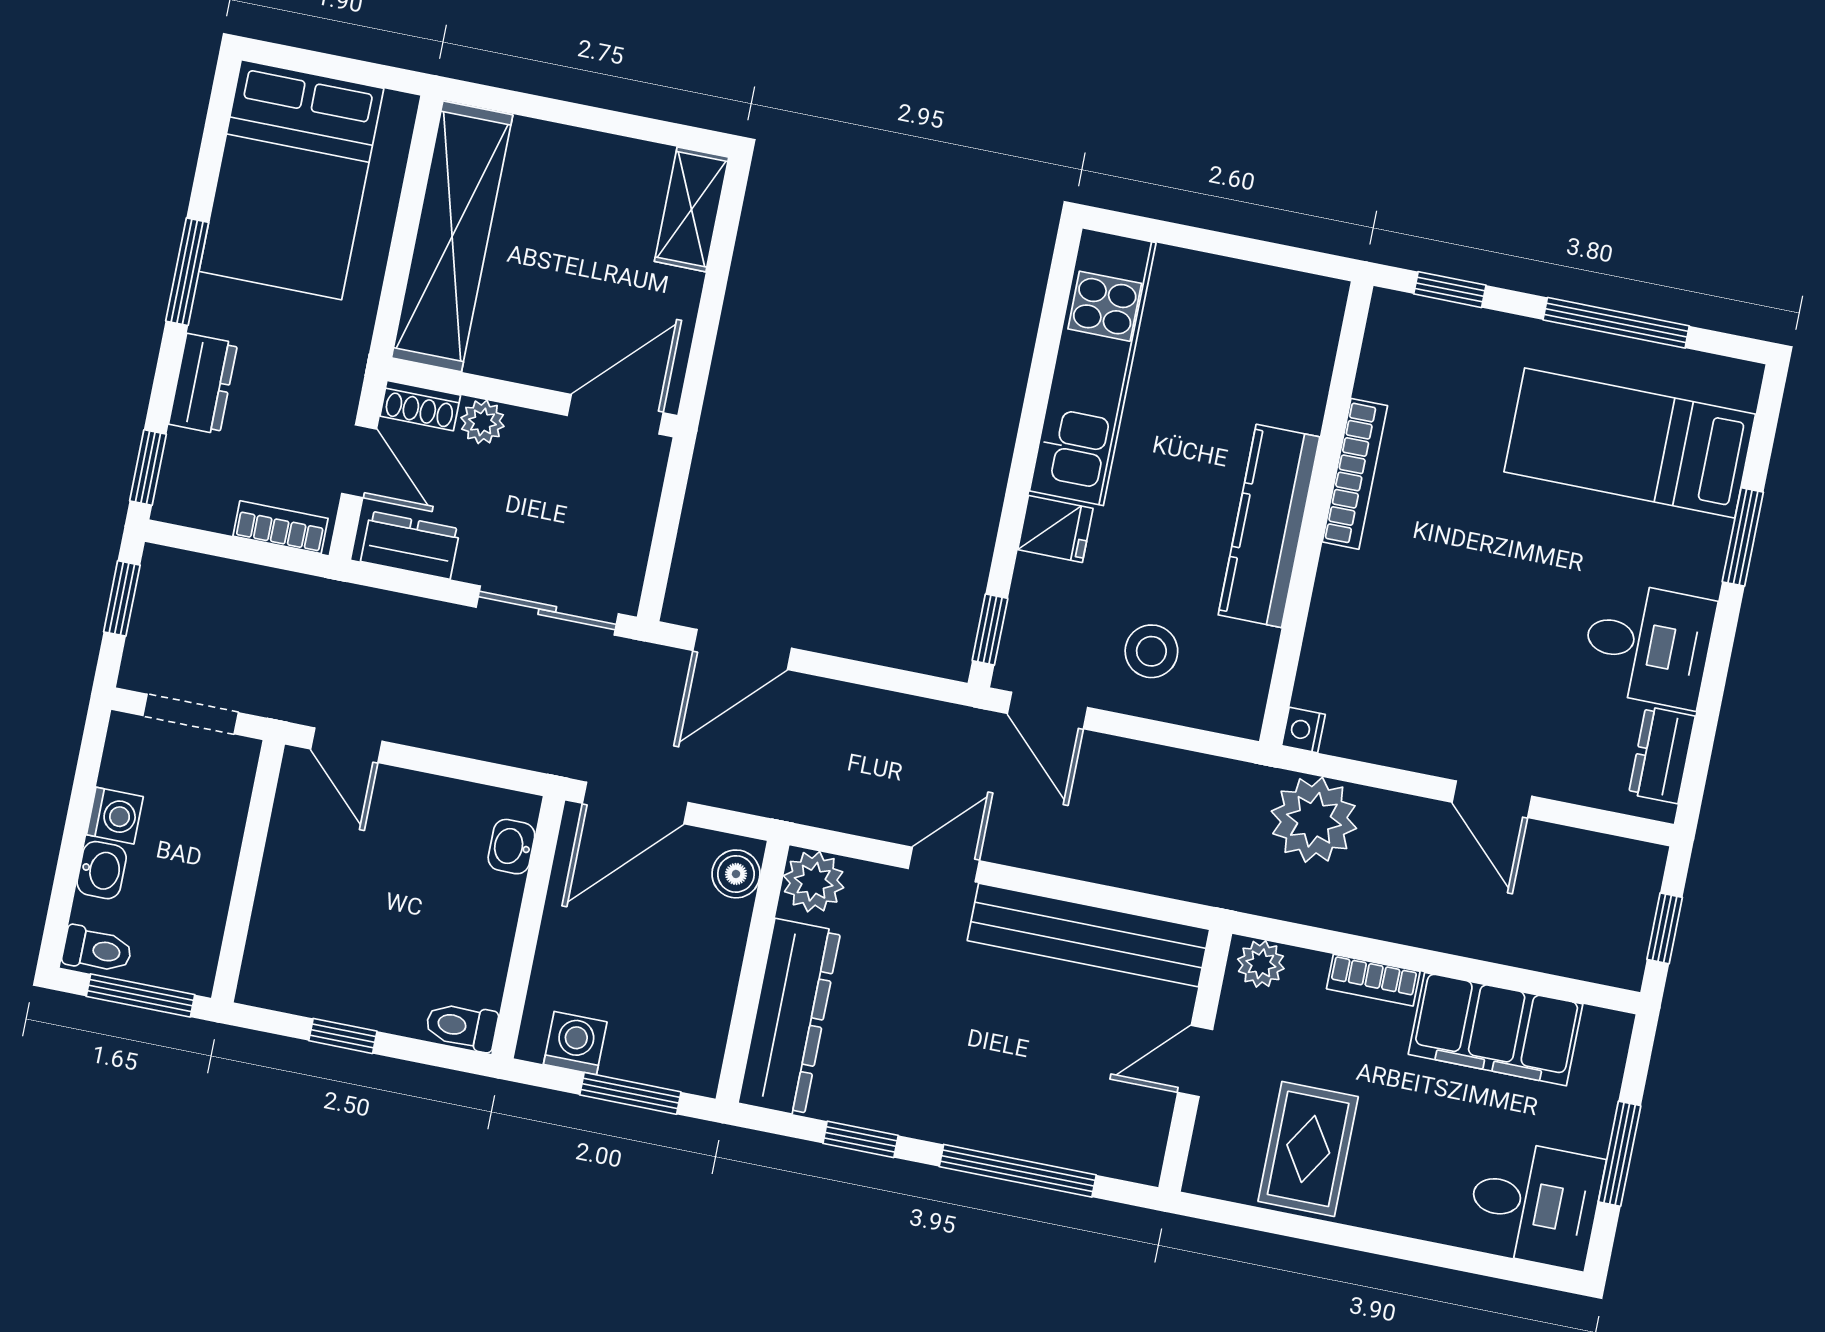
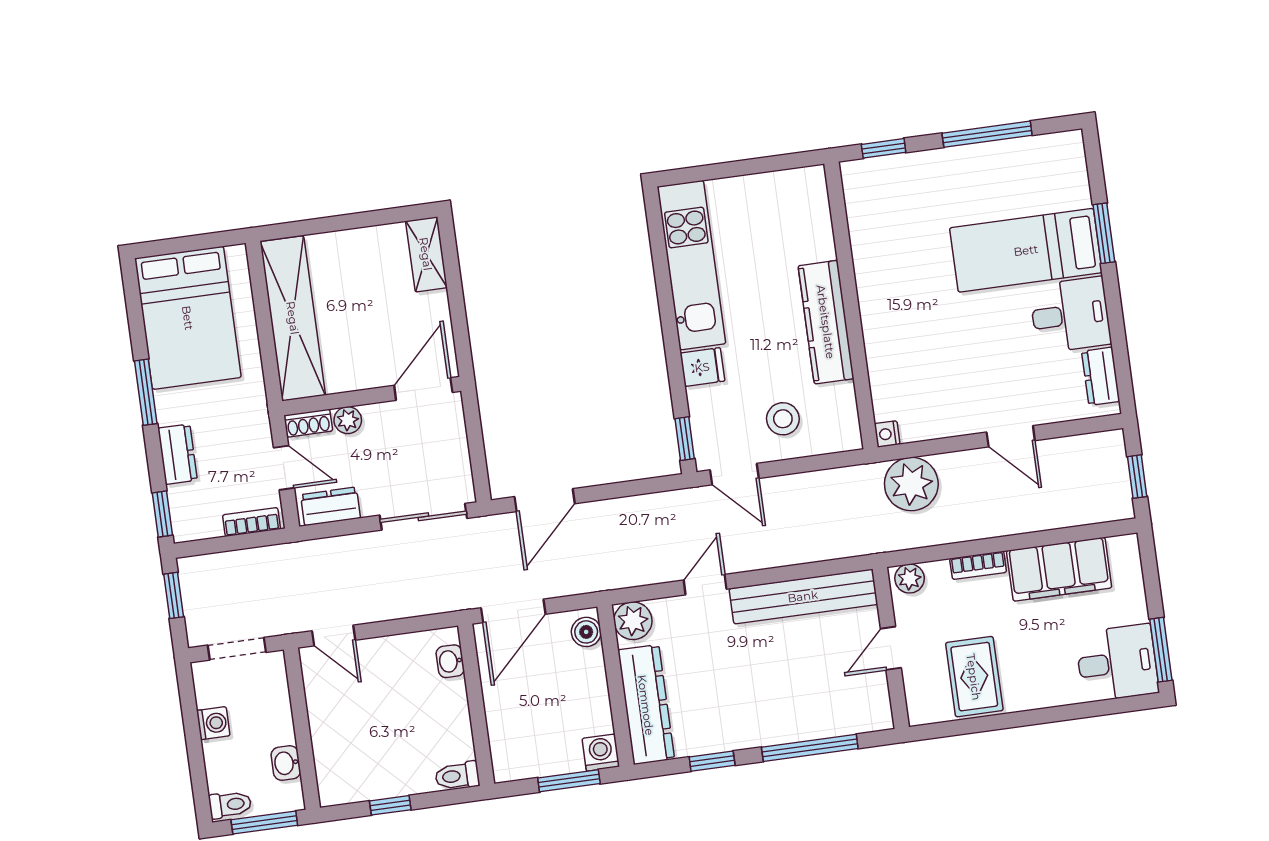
bed: (1630, 443) -> (1026, 250), moved
bookcase: (1355, 474) -> (866, 275), removed
washbasin: (102, 870) -> (286, 763), moved, turned 180
washing machine: (575, 1043) -> (601, 753), moved
window: (1620, 1154) -> (1161, 650), moved

